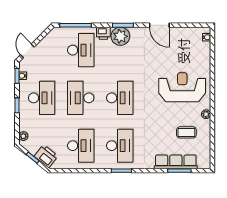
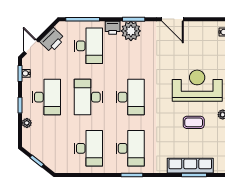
coffee table: (186, 132) -> (194, 122), moved
plant: (23, 136) -> (27, 123), moved
printer: (46, 156) -> (52, 40), moved, turned 96

